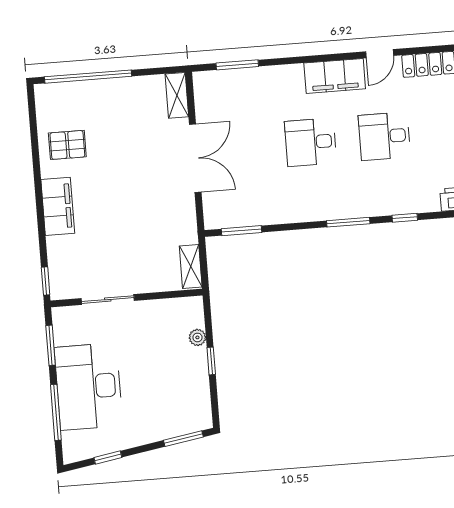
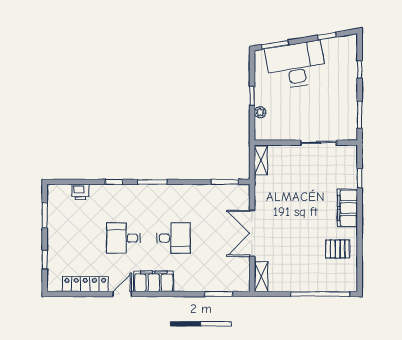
desk: (384, 136) -> (123, 238), turned 180
window: (46, 281) -> (360, 178), moved
desk: (89, 387) -> (296, 65), moved, turned -100
window: (56, 412) -> (360, 69), width x0.46

